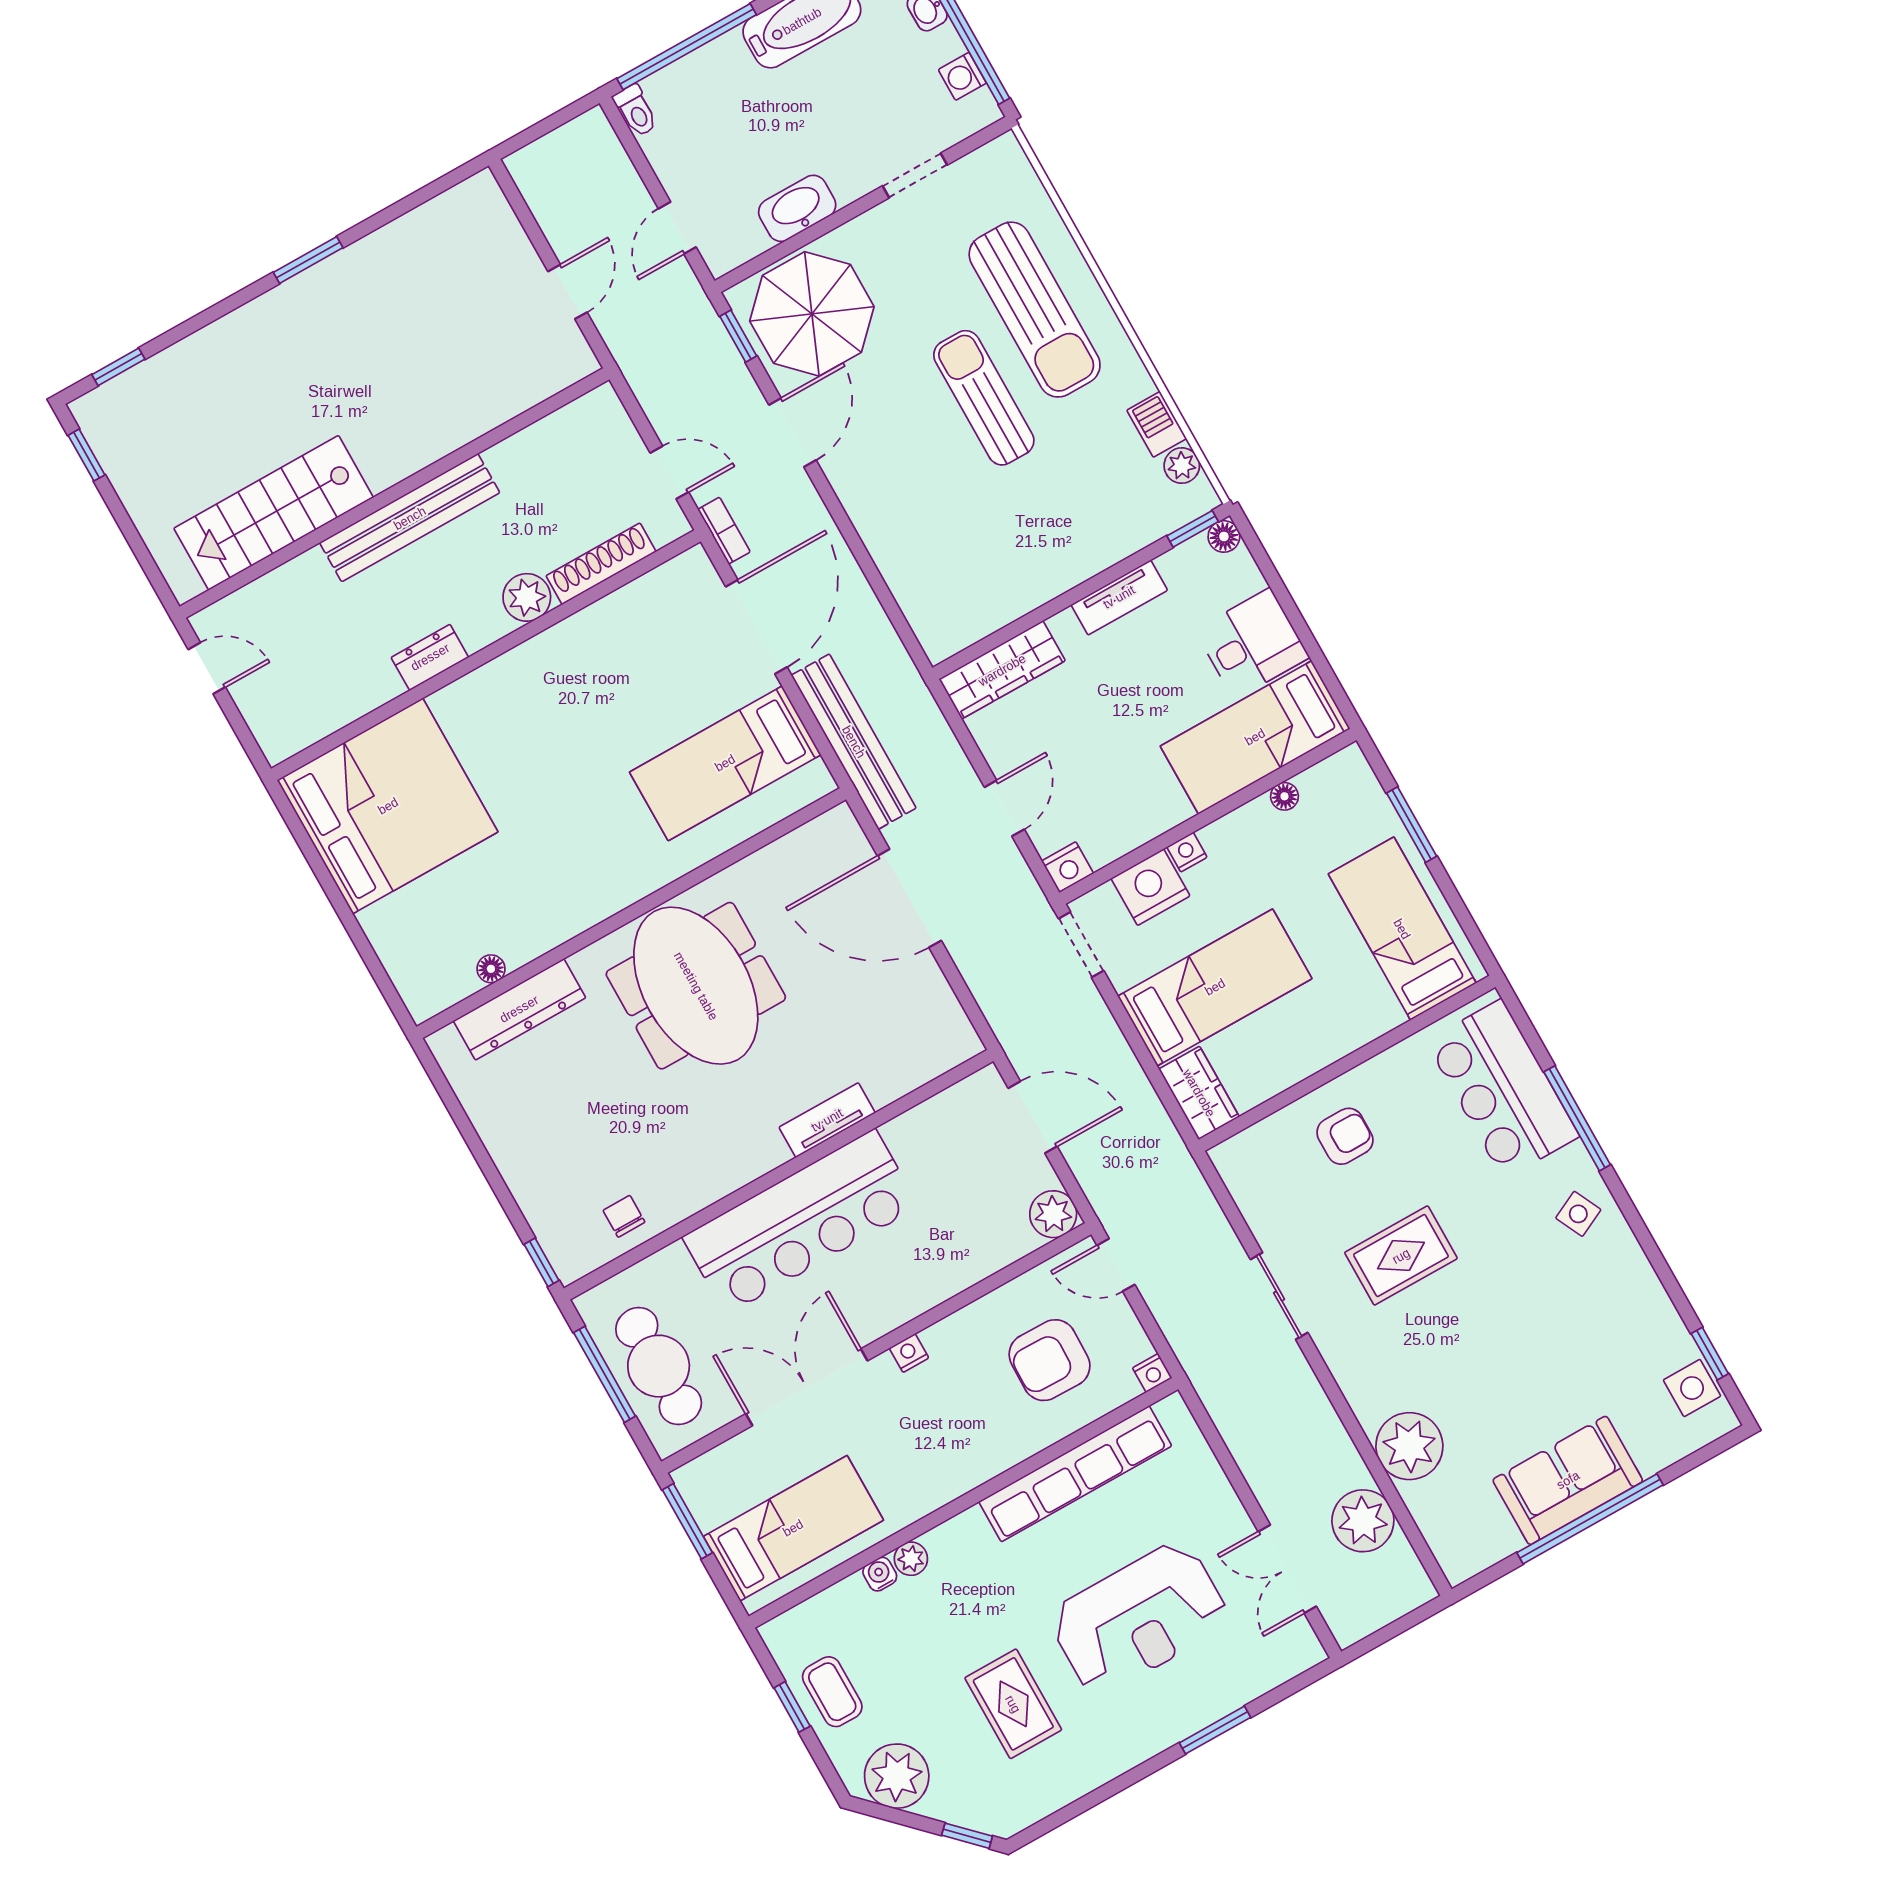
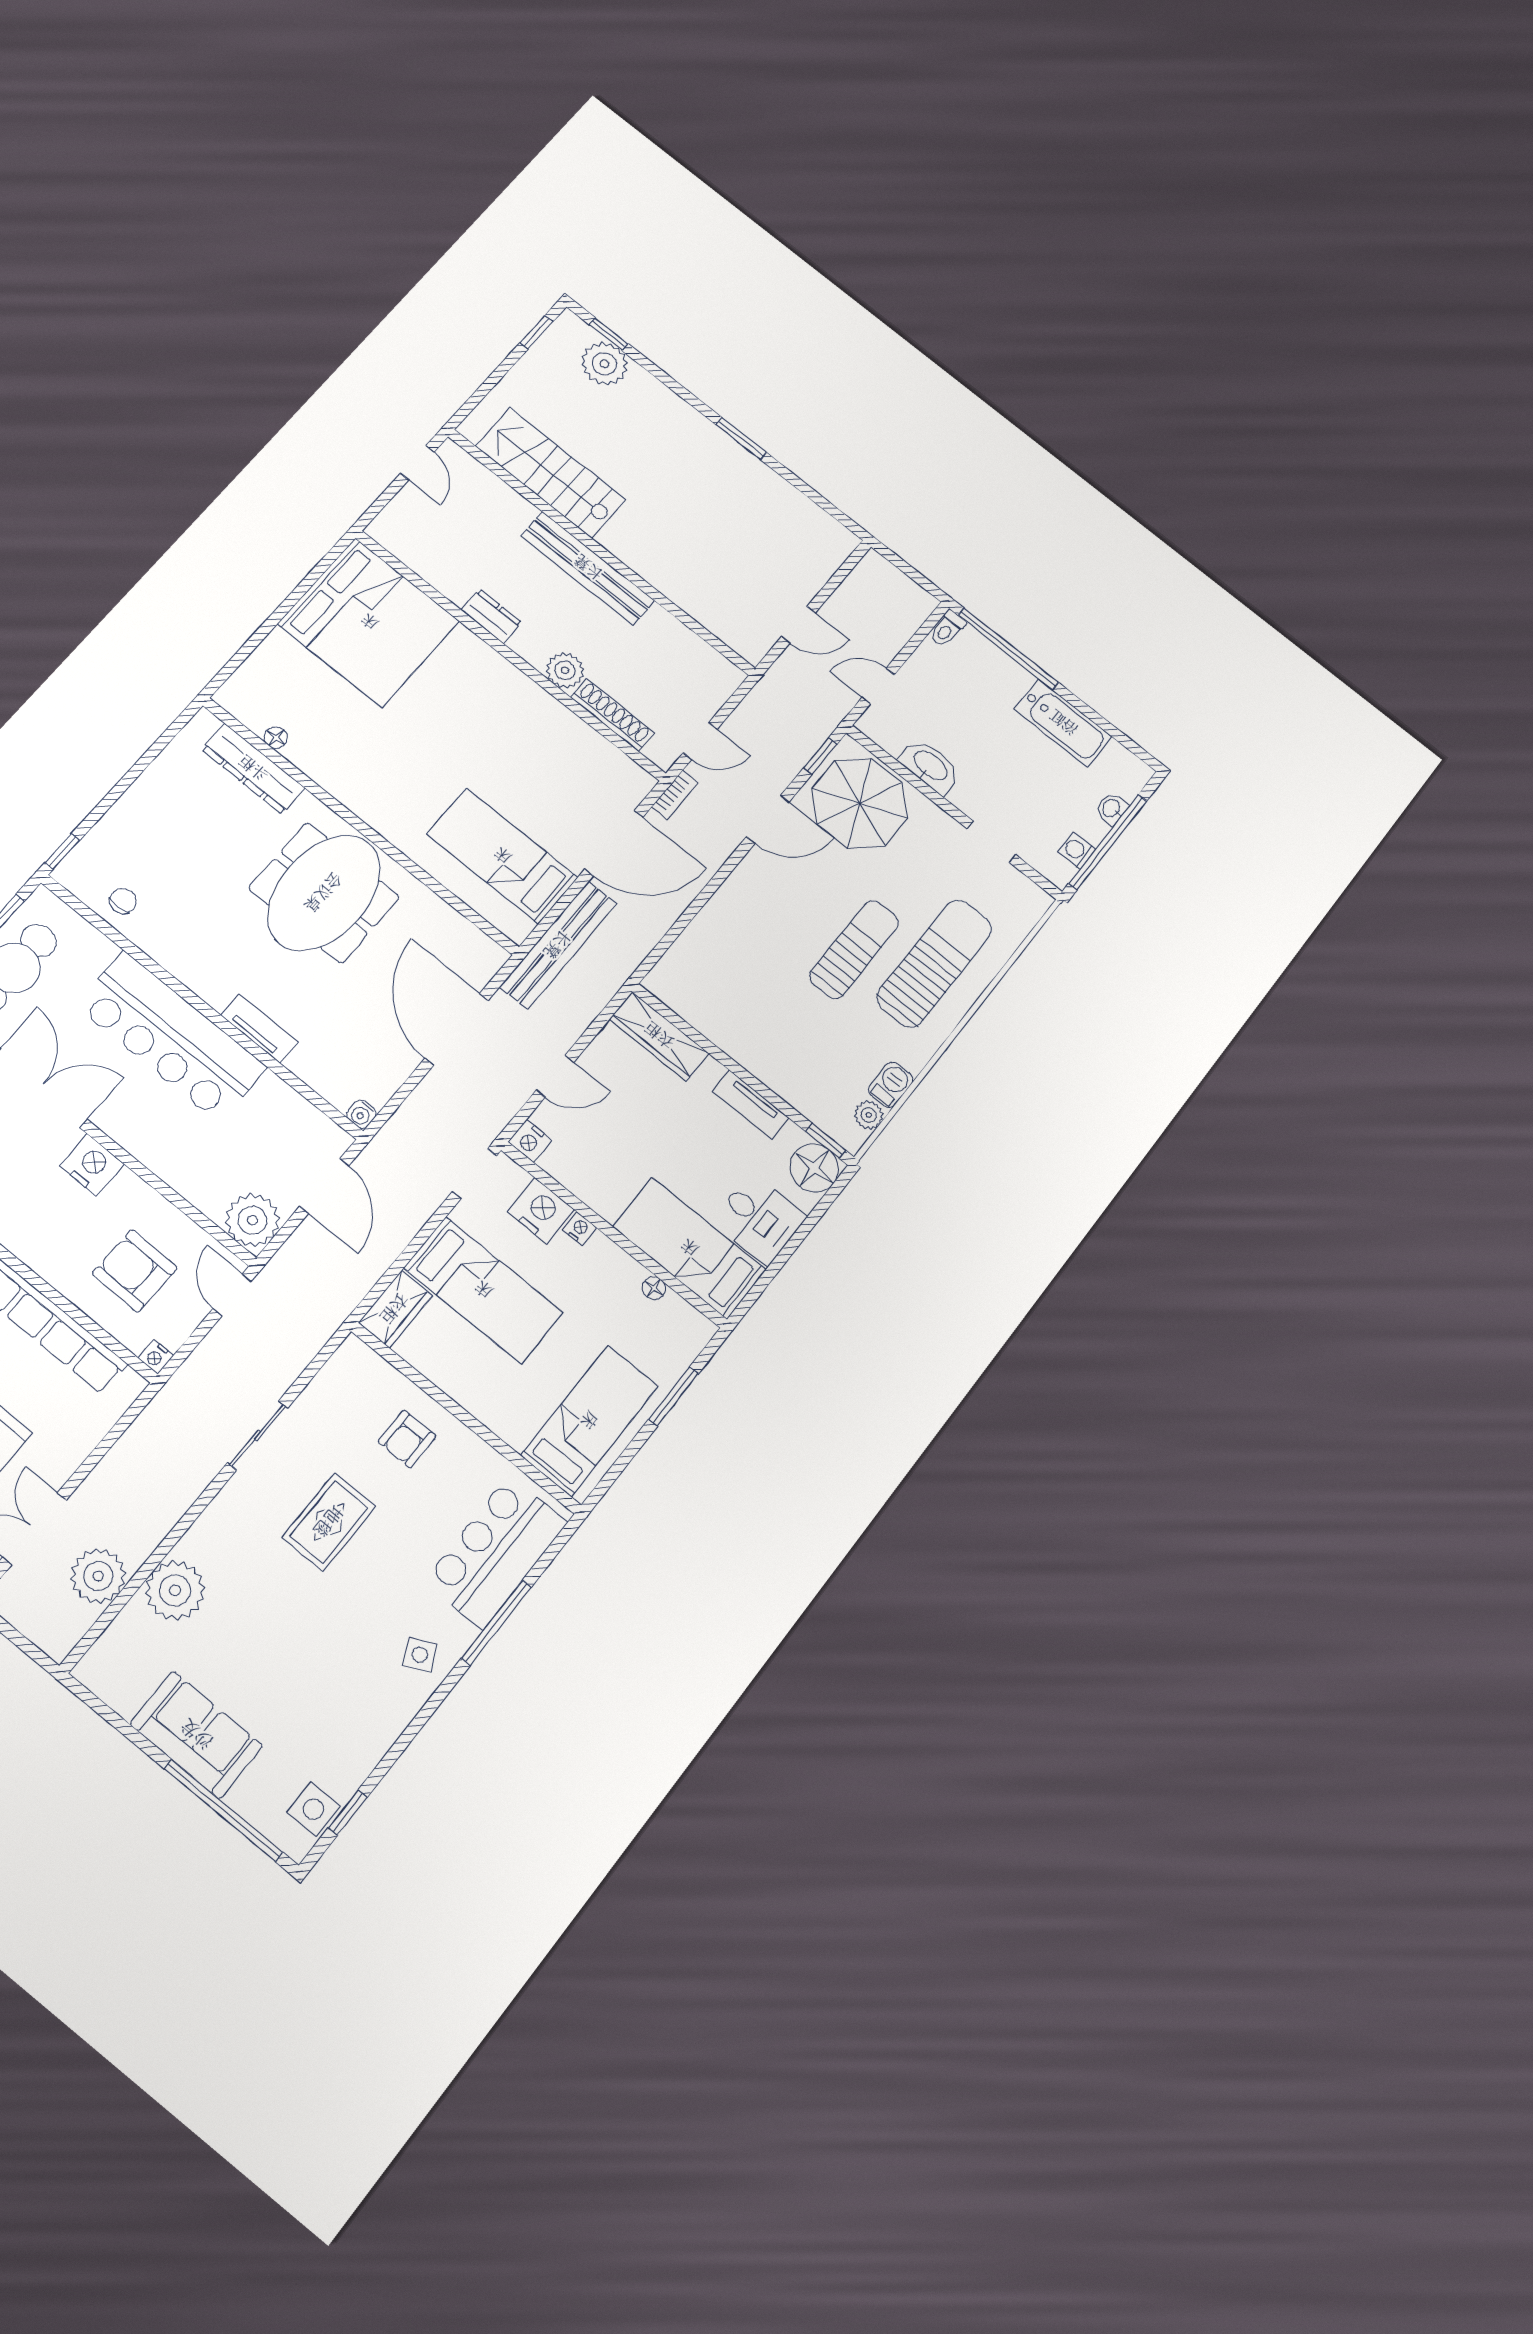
sun lounger: (1035, 310) -> (934, 963), turned 180
plant: (155, 388) -> (605, 364), added
door: (669, 472) -> (700, 741), hinge flipped
floor lamp: (1224, 536) -> (814, 1168), width x1.89, depth x1.89
water cooler: (967, 1044) -> (361, 1114), added
armchair: (1345, 1136) -> (407, 1439), turned 90
plant: (1053, 1214) -> (253, 1220), width x1.36, depth x1.36
rug: (1401, 1256) -> (329, 1522), turned 90
nightstand: (909, 1353) -> (92, 1165), width x1.89, depth x1.79
window: (1590, 1519) -> (224, 1811), moved

